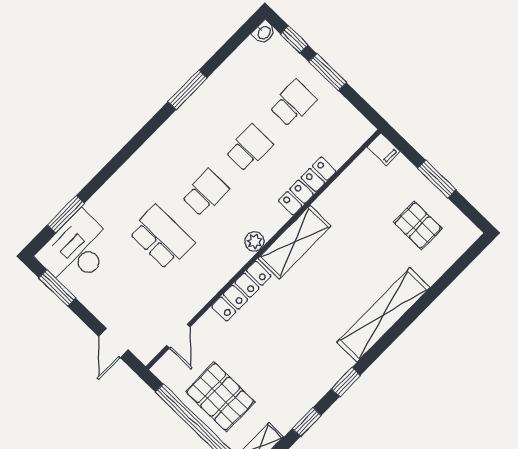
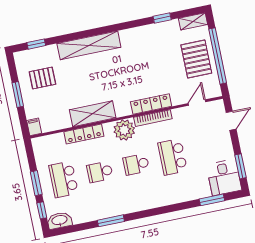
washbasin: (264, 32) -> (60, 220), width x1.91, depth x1.45
school desk: (293, 103) -> (64, 179), width x1.85
pallet: (418, 225) -> (42, 78), turned 90
plant: (254, 241) -> (124, 130), width x1.88, depth x1.88
shelving: (295, 242) -> (93, 114), moved
desk: (77, 250) -> (224, 177), width x0.73
bookcase: (226, 273) -> (153, 118), added
window: (346, 382) -> (36, 44), moved

